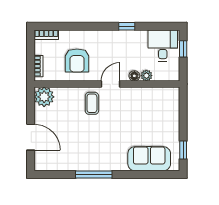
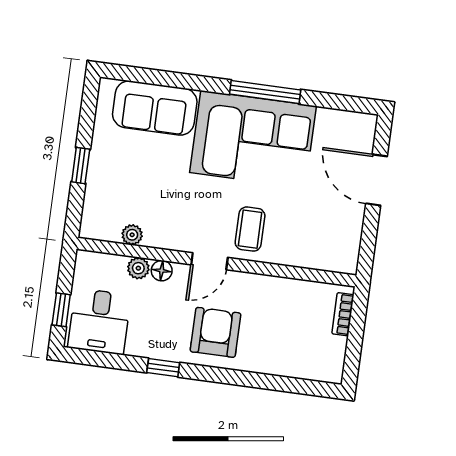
bookcase: (46, 35) -> (320, 372), removed
armchair: (77, 60) -> (215, 332), moved
plant: (44, 97) -> (132, 235), moved, width x0.53, depth x0.53
corner sofa: (97, 149) -> (253, 139), added
window: (183, 150) -> (81, 166), moved

